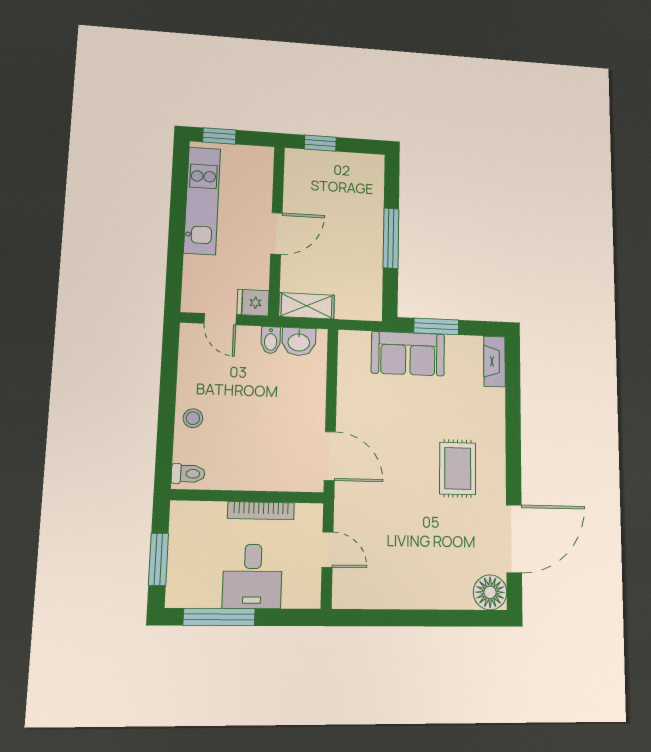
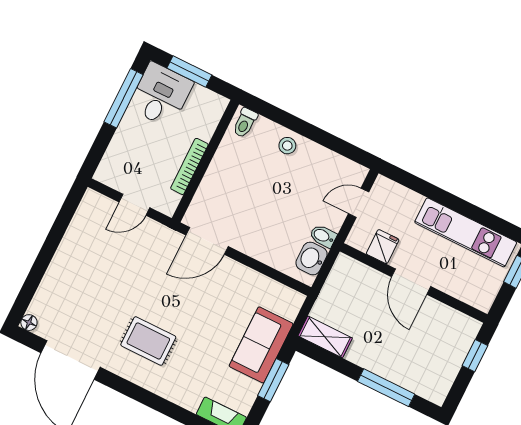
window: (391, 238) -> (386, 388), moved
fridge: (253, 303) -> (383, 247), moved
shelving: (307, 306) -> (325, 337), moved, turned 90
desk: (252, 576) -> (161, 95), moved, turned 90
floor lamp: (490, 592) -> (29, 323), width x0.53, depth x0.53

